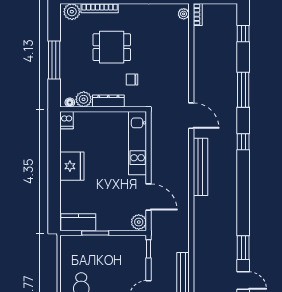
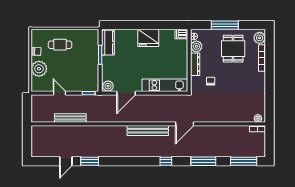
window: (243, 34) -> (244, 161), width x2.17
dining table: (112, 47) -> (233, 49), moved

